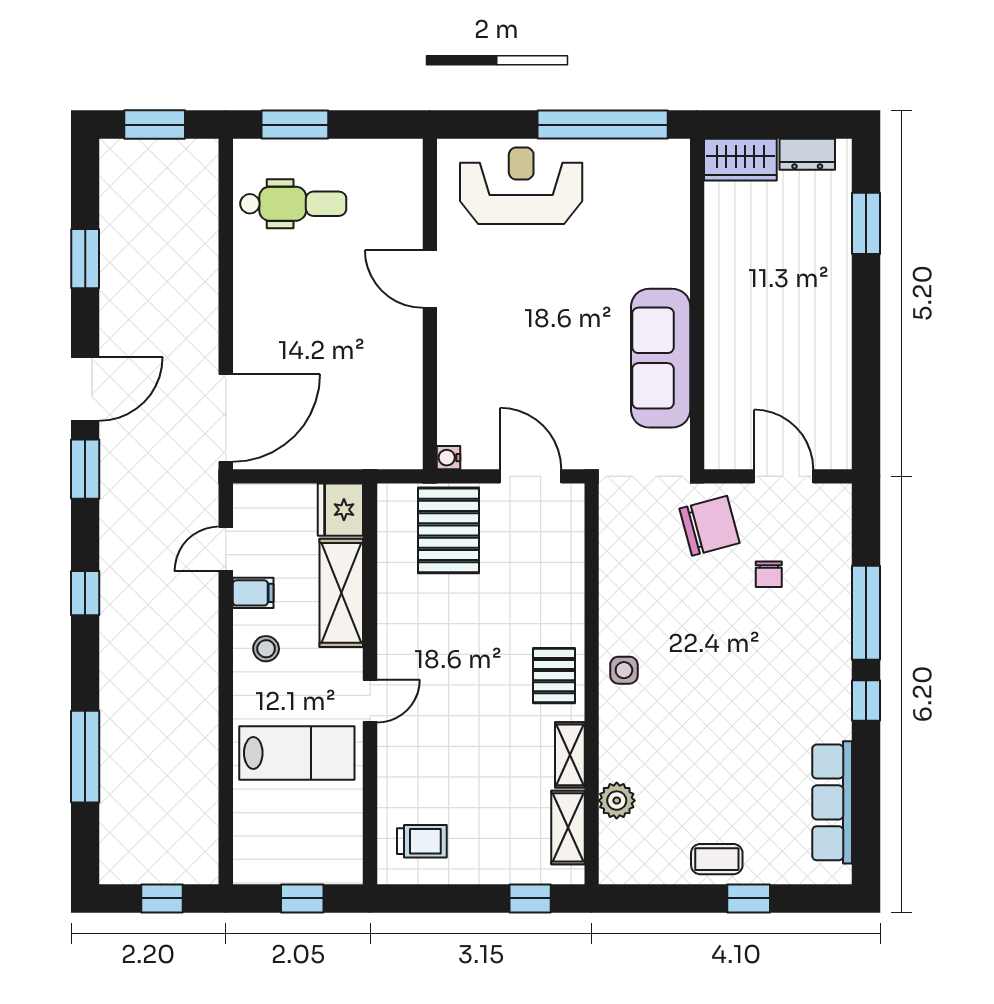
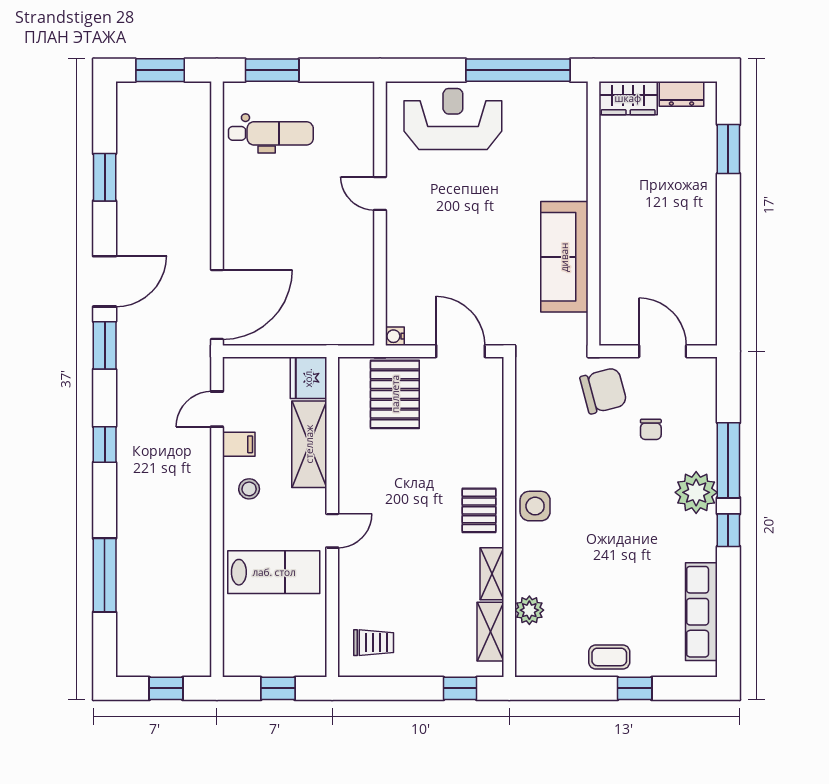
door: (430, 279) -> (380, 194), width x0.73
plant: (826, 653) -> (696, 492), added
side table: (624, 670) -> (535, 506), width x1.37, depth x1.37

